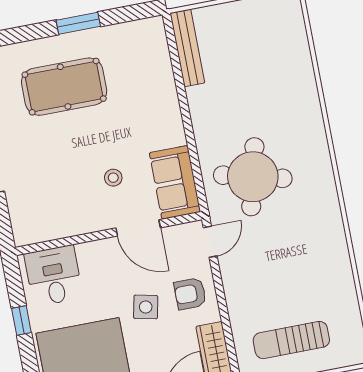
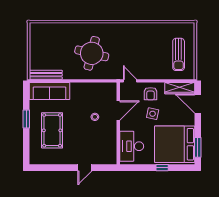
round table: (253, 177) -> (92, 53), moved
sofa: (175, 182) -> (49, 91), moved, width x1.36
desk: (54, 276) -> (132, 146), width x1.37
window: (21, 320) -> (162, 168), moved

